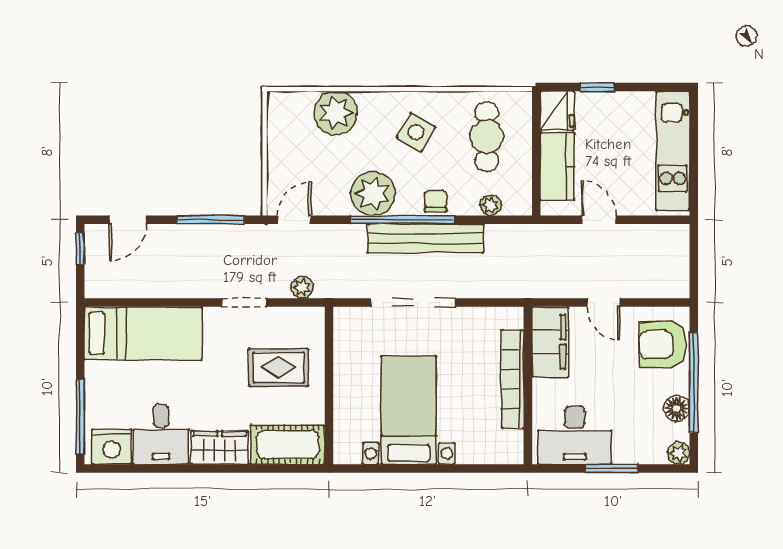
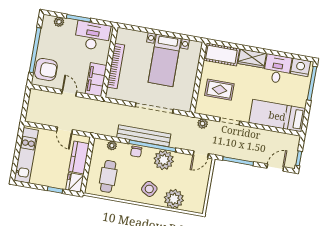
side table: (416, 132) -> (149, 189), moved
floor lamp: (677, 408) -> (45, 40), removed
plant: (679, 453) -> (59, 22), moved

